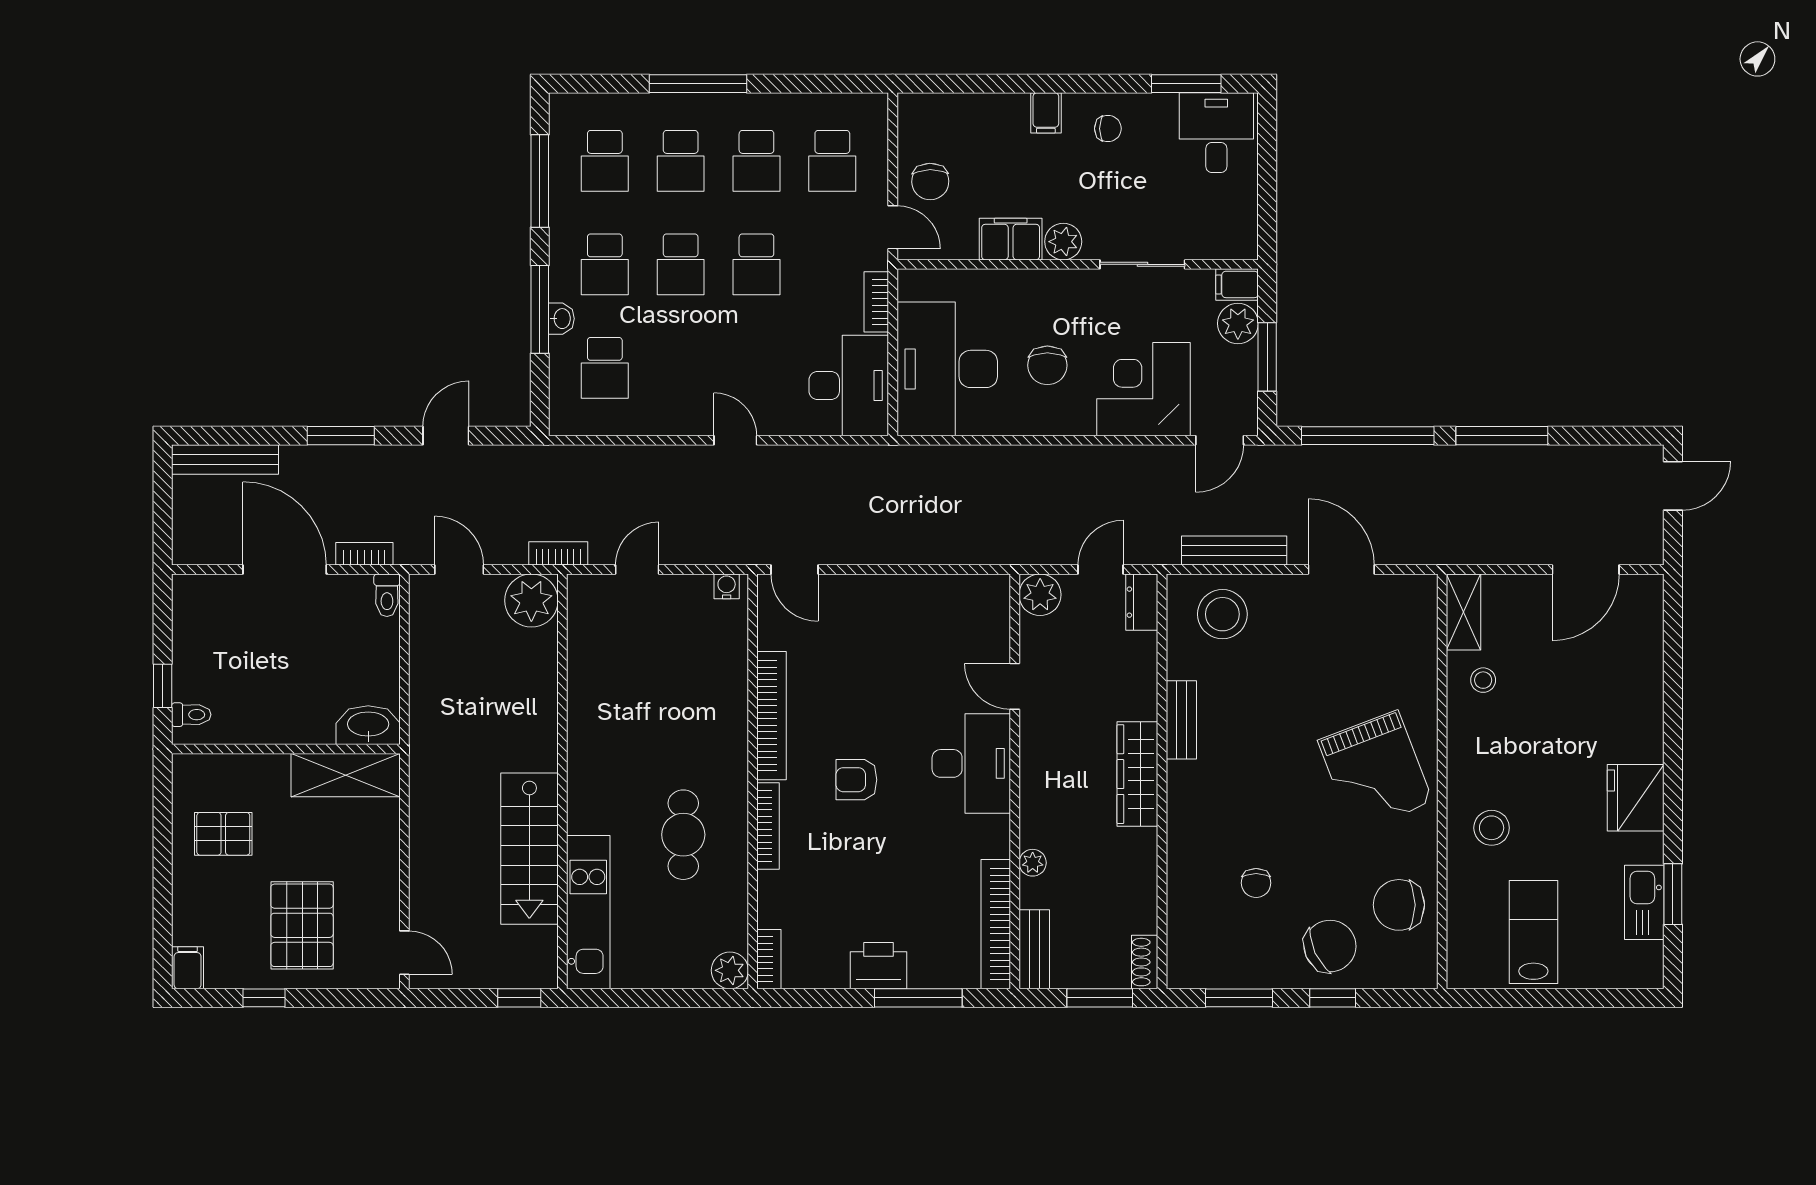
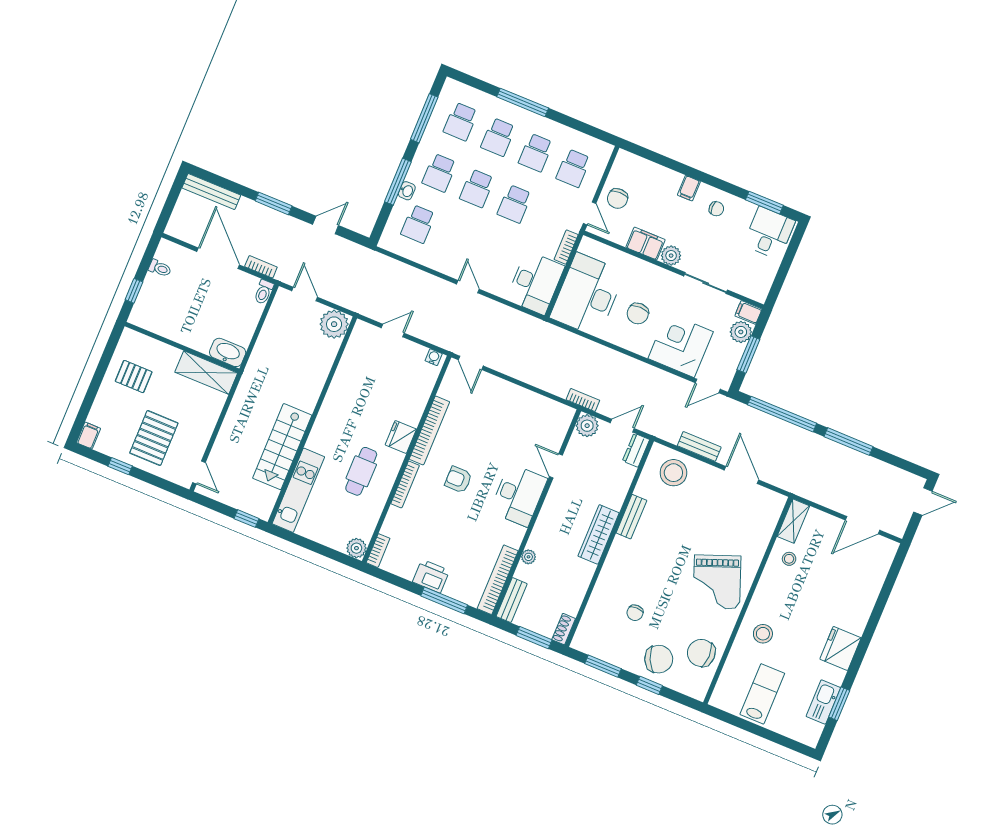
bench: (1234, 551) -> (699, 446), width x0.73
bookcase: (558, 553) -> (583, 400), moved
toilet: (191, 715) -> (160, 268), moved
fridge: (727, 747) -> (401, 437), added

